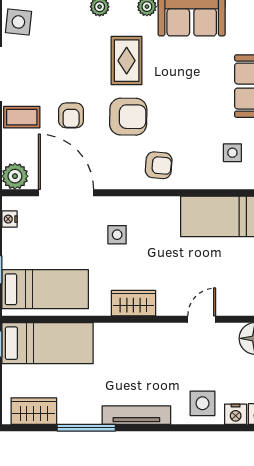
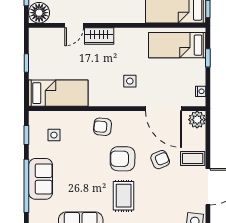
armchair: (71, 115) -> (160, 160), turned 67
wardrobe: (133, 303) -> (99, 36), moved

